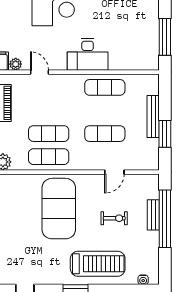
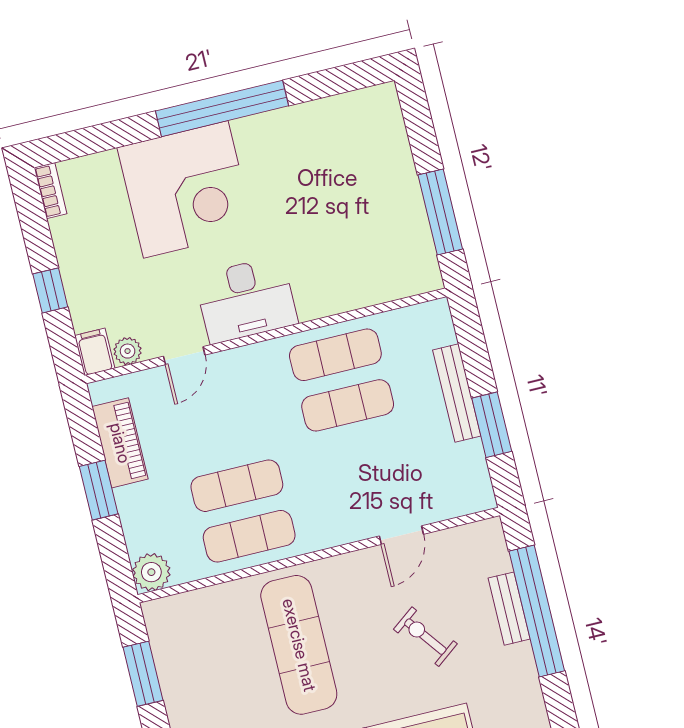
desk: (88, 54) -> (246, 300), moved
door: (40, 72) -> (184, 356), swing flipped
exercise mat: (105, 134) -> (348, 405), moved
exercise mat: (59, 209) -> (299, 645), width x0.68
exercise bike: (114, 218) -> (425, 637), turned -127

